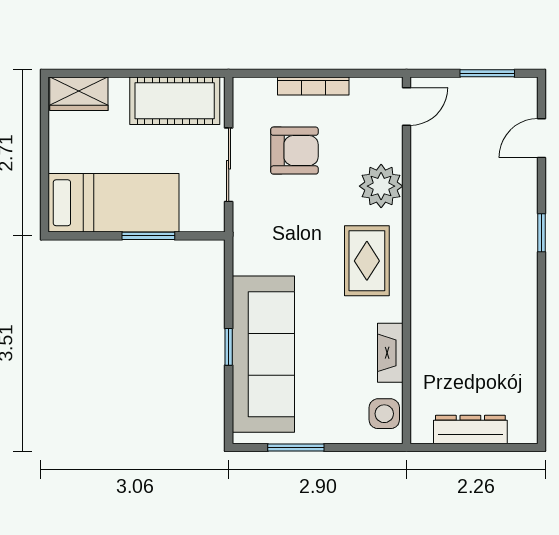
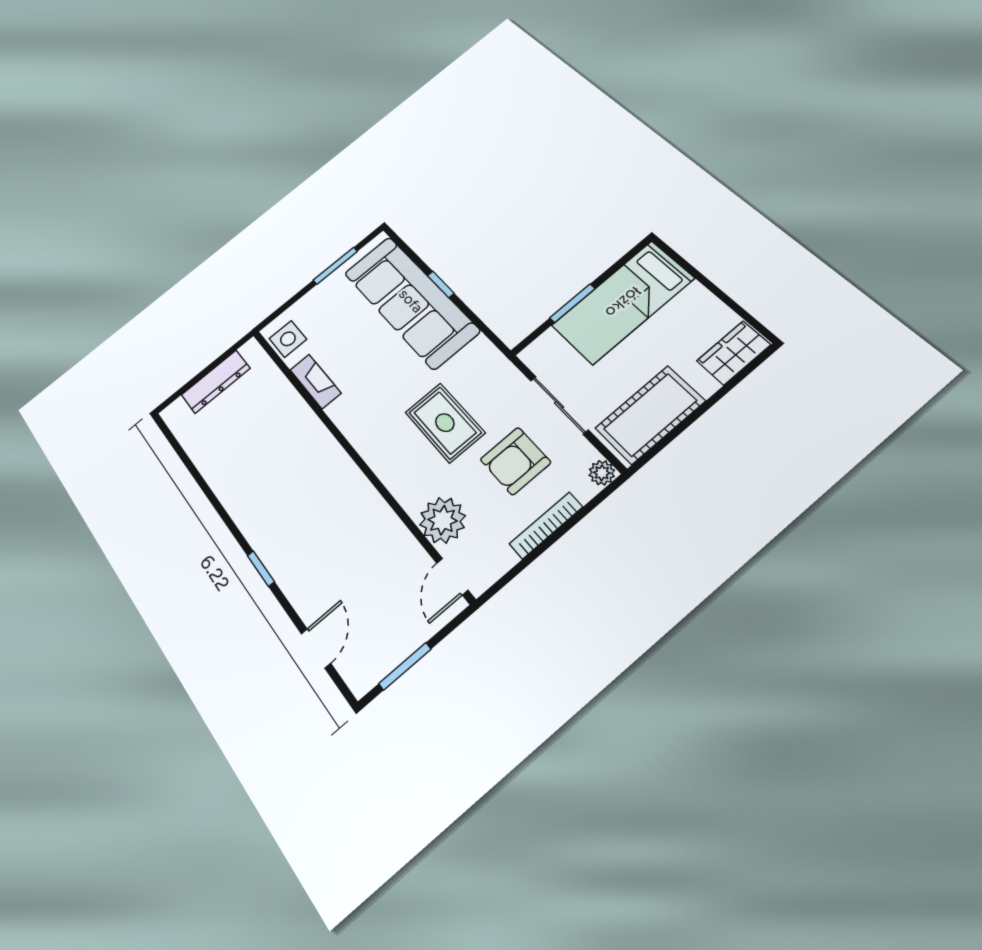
plant: (244, 89) -> (602, 473), added
plant: (381, 186) -> (443, 520), moved
rug: (367, 261) -> (445, 423), moved

